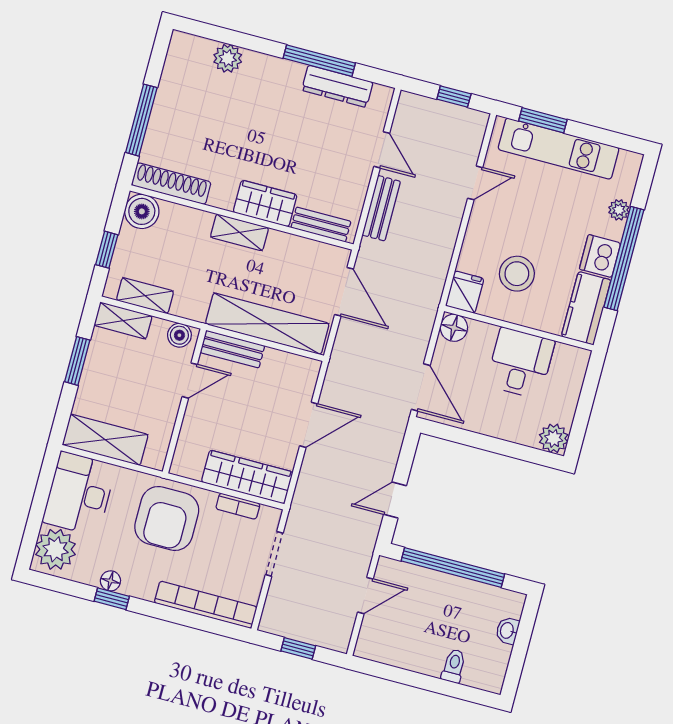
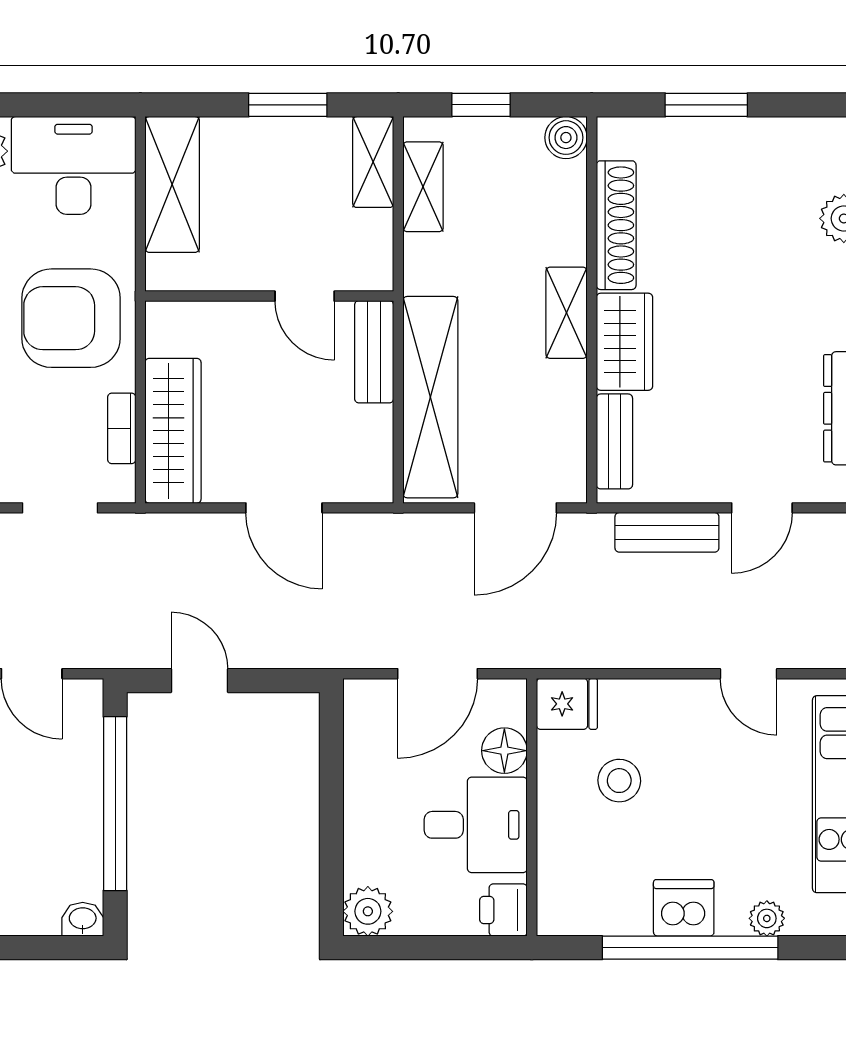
window: (141, 120) -> (706, 105), width x0.69
shoe rack: (171, 184) -> (616, 225), moved
boiler: (142, 211) -> (566, 138), width x0.73, depth x0.73
stool: (517, 274) -> (619, 781), width x0.73, depth x0.73
kitchen counter: (586, 308) -> (593, 908), removed
floor lamp: (454, 328) -> (504, 751), moved
boiler: (179, 335) -> (374, 260), removed
printer: (574, 360) -> (503, 910), added
door: (421, 387) -> (438, 674), moved
washbasin: (507, 631) -> (83, 919), moved

